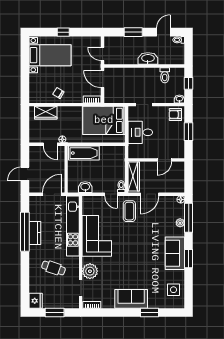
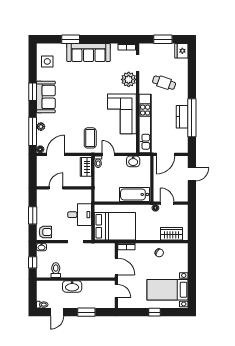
wardrobe: (134, 177) -> (86, 167), width x0.67
door: (150, 194) -> (56, 154), moved
sofa: (131, 299) -> (88, 52), width x1.36

